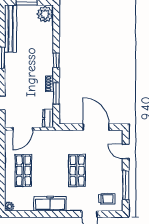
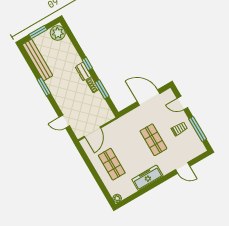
dresser: (48, 118) -> (83, 72), moved
trolley: (107, 199) -> (179, 129), moved

